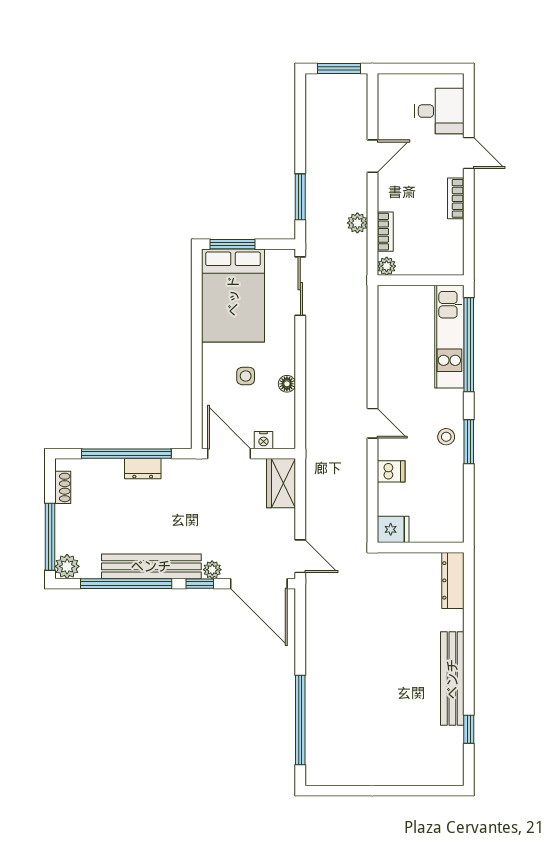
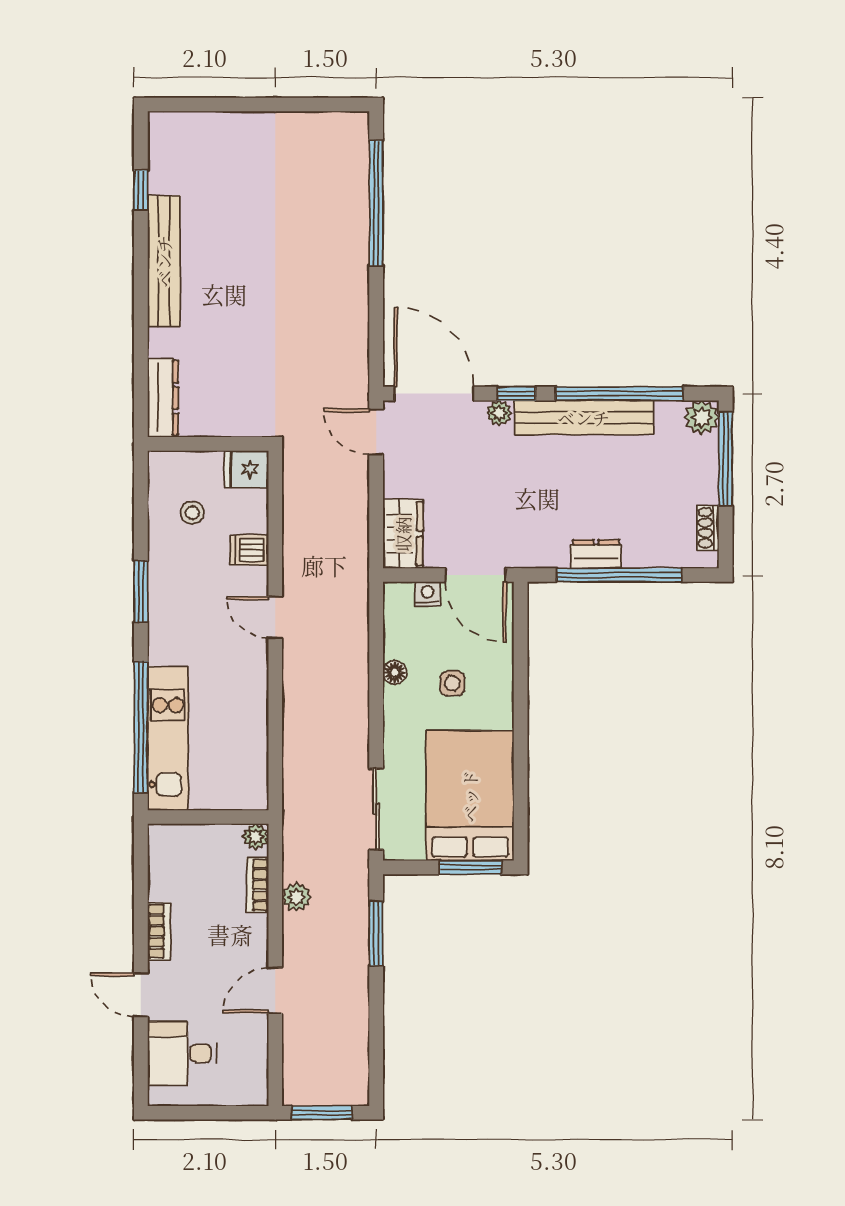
stool: (446, 437) -> (192, 513), moved

